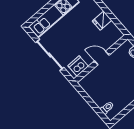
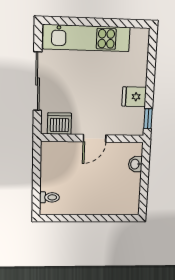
window: (119, 25) -> (148, 119), added
door: (102, 58) -> (95, 138), swing flipped

